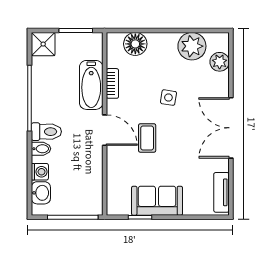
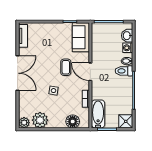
plant: (220, 62) -> (24, 123), moved
bathtub: (91, 85) -> (98, 114), moved
sofa: (157, 201) -> (81, 37), moved, turned 90

